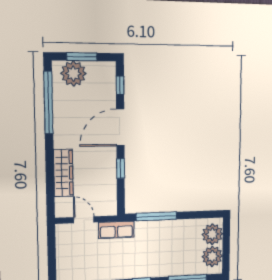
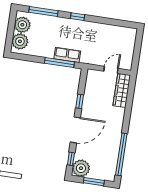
plant: (73, 74) -> (81, 168), moved
wardrobe: (63, 173) -> (122, 90), moved
door: (84, 220) -> (111, 70), swing flipped
row of seats: (116, 230) -> (67, 55), moved

